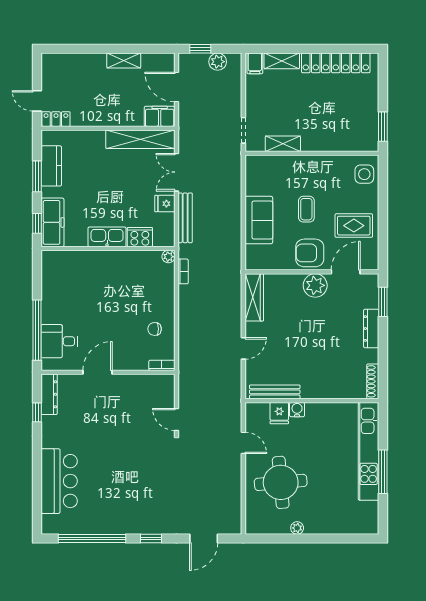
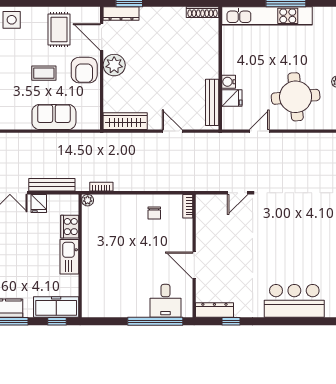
dresser: (371, 329) -> (121, 13), moved

